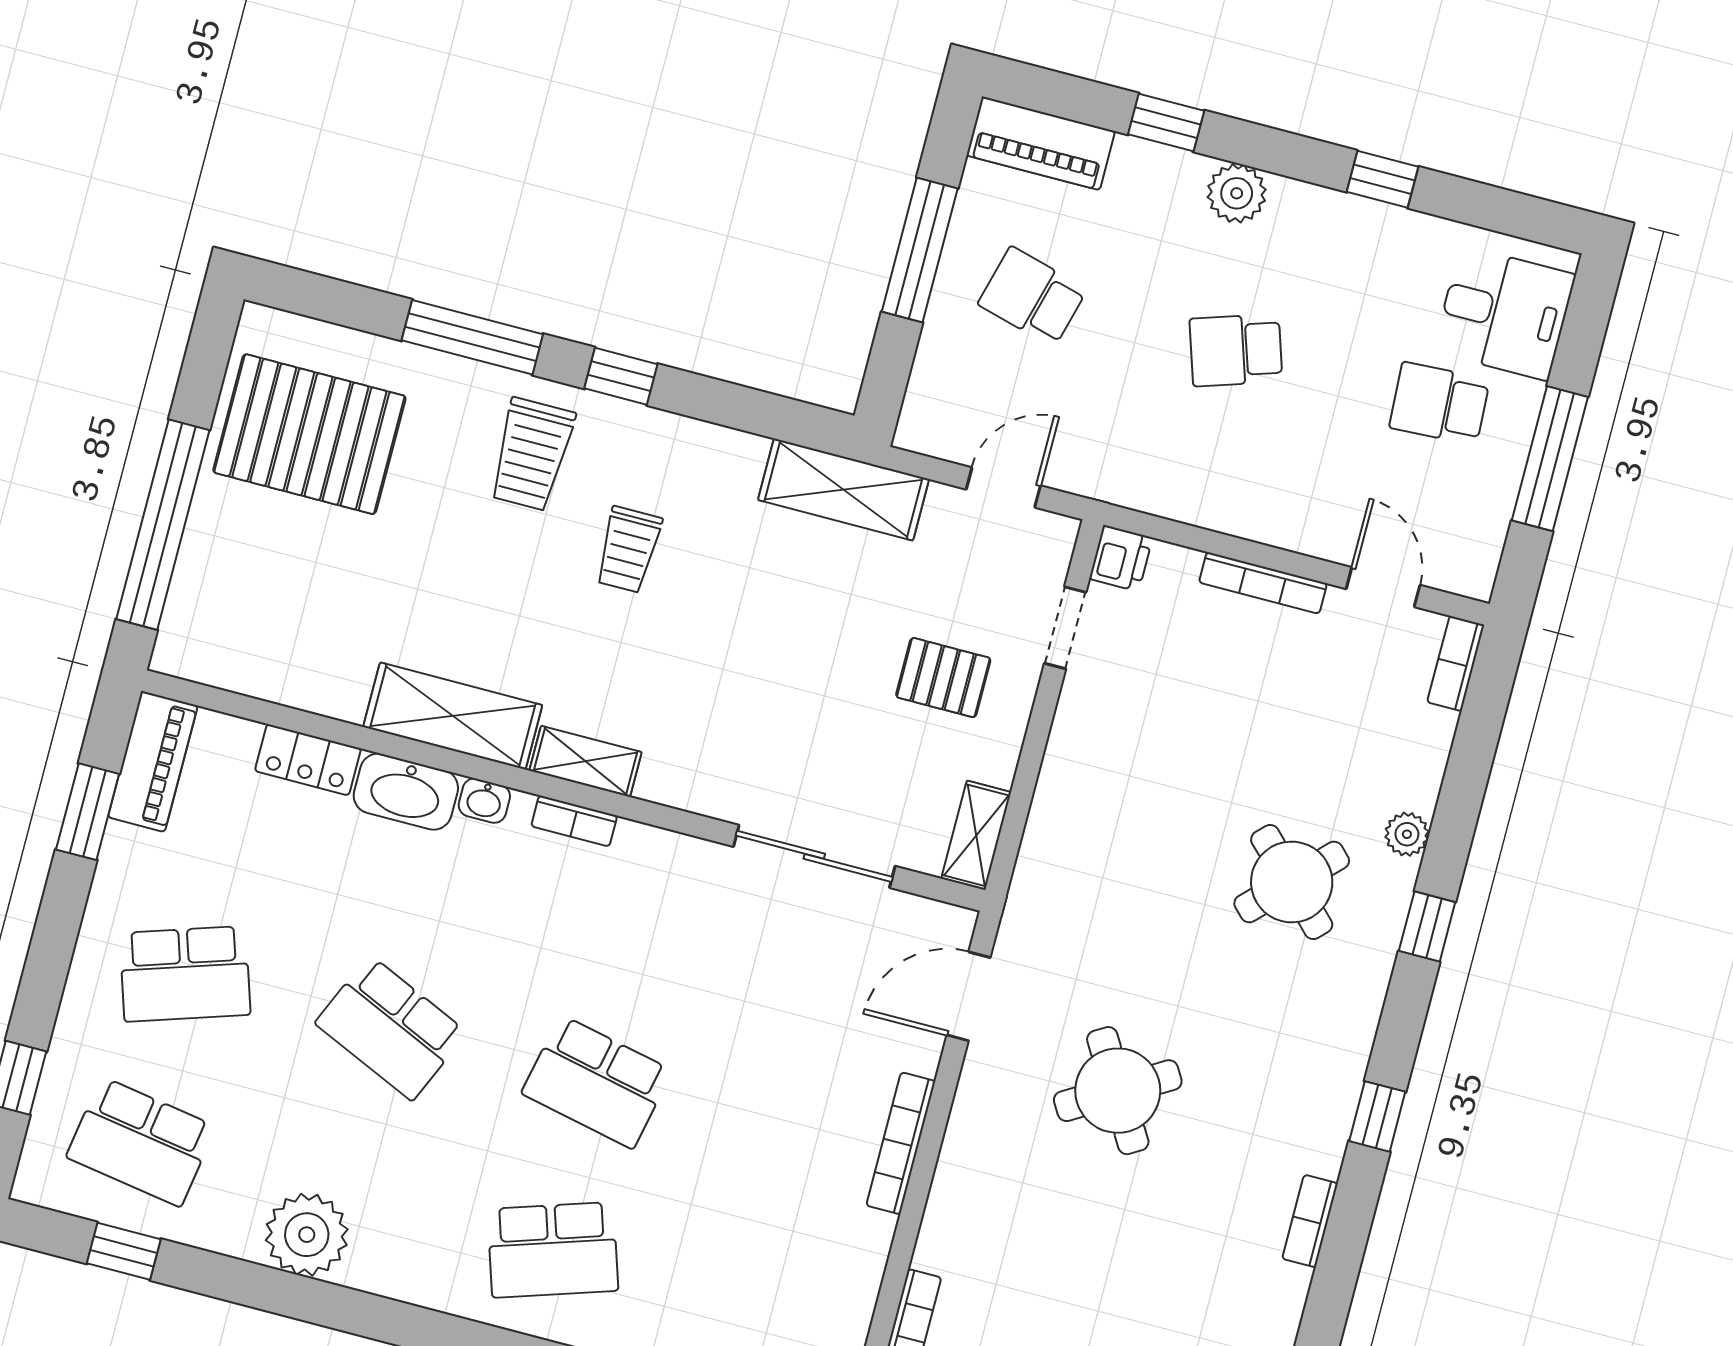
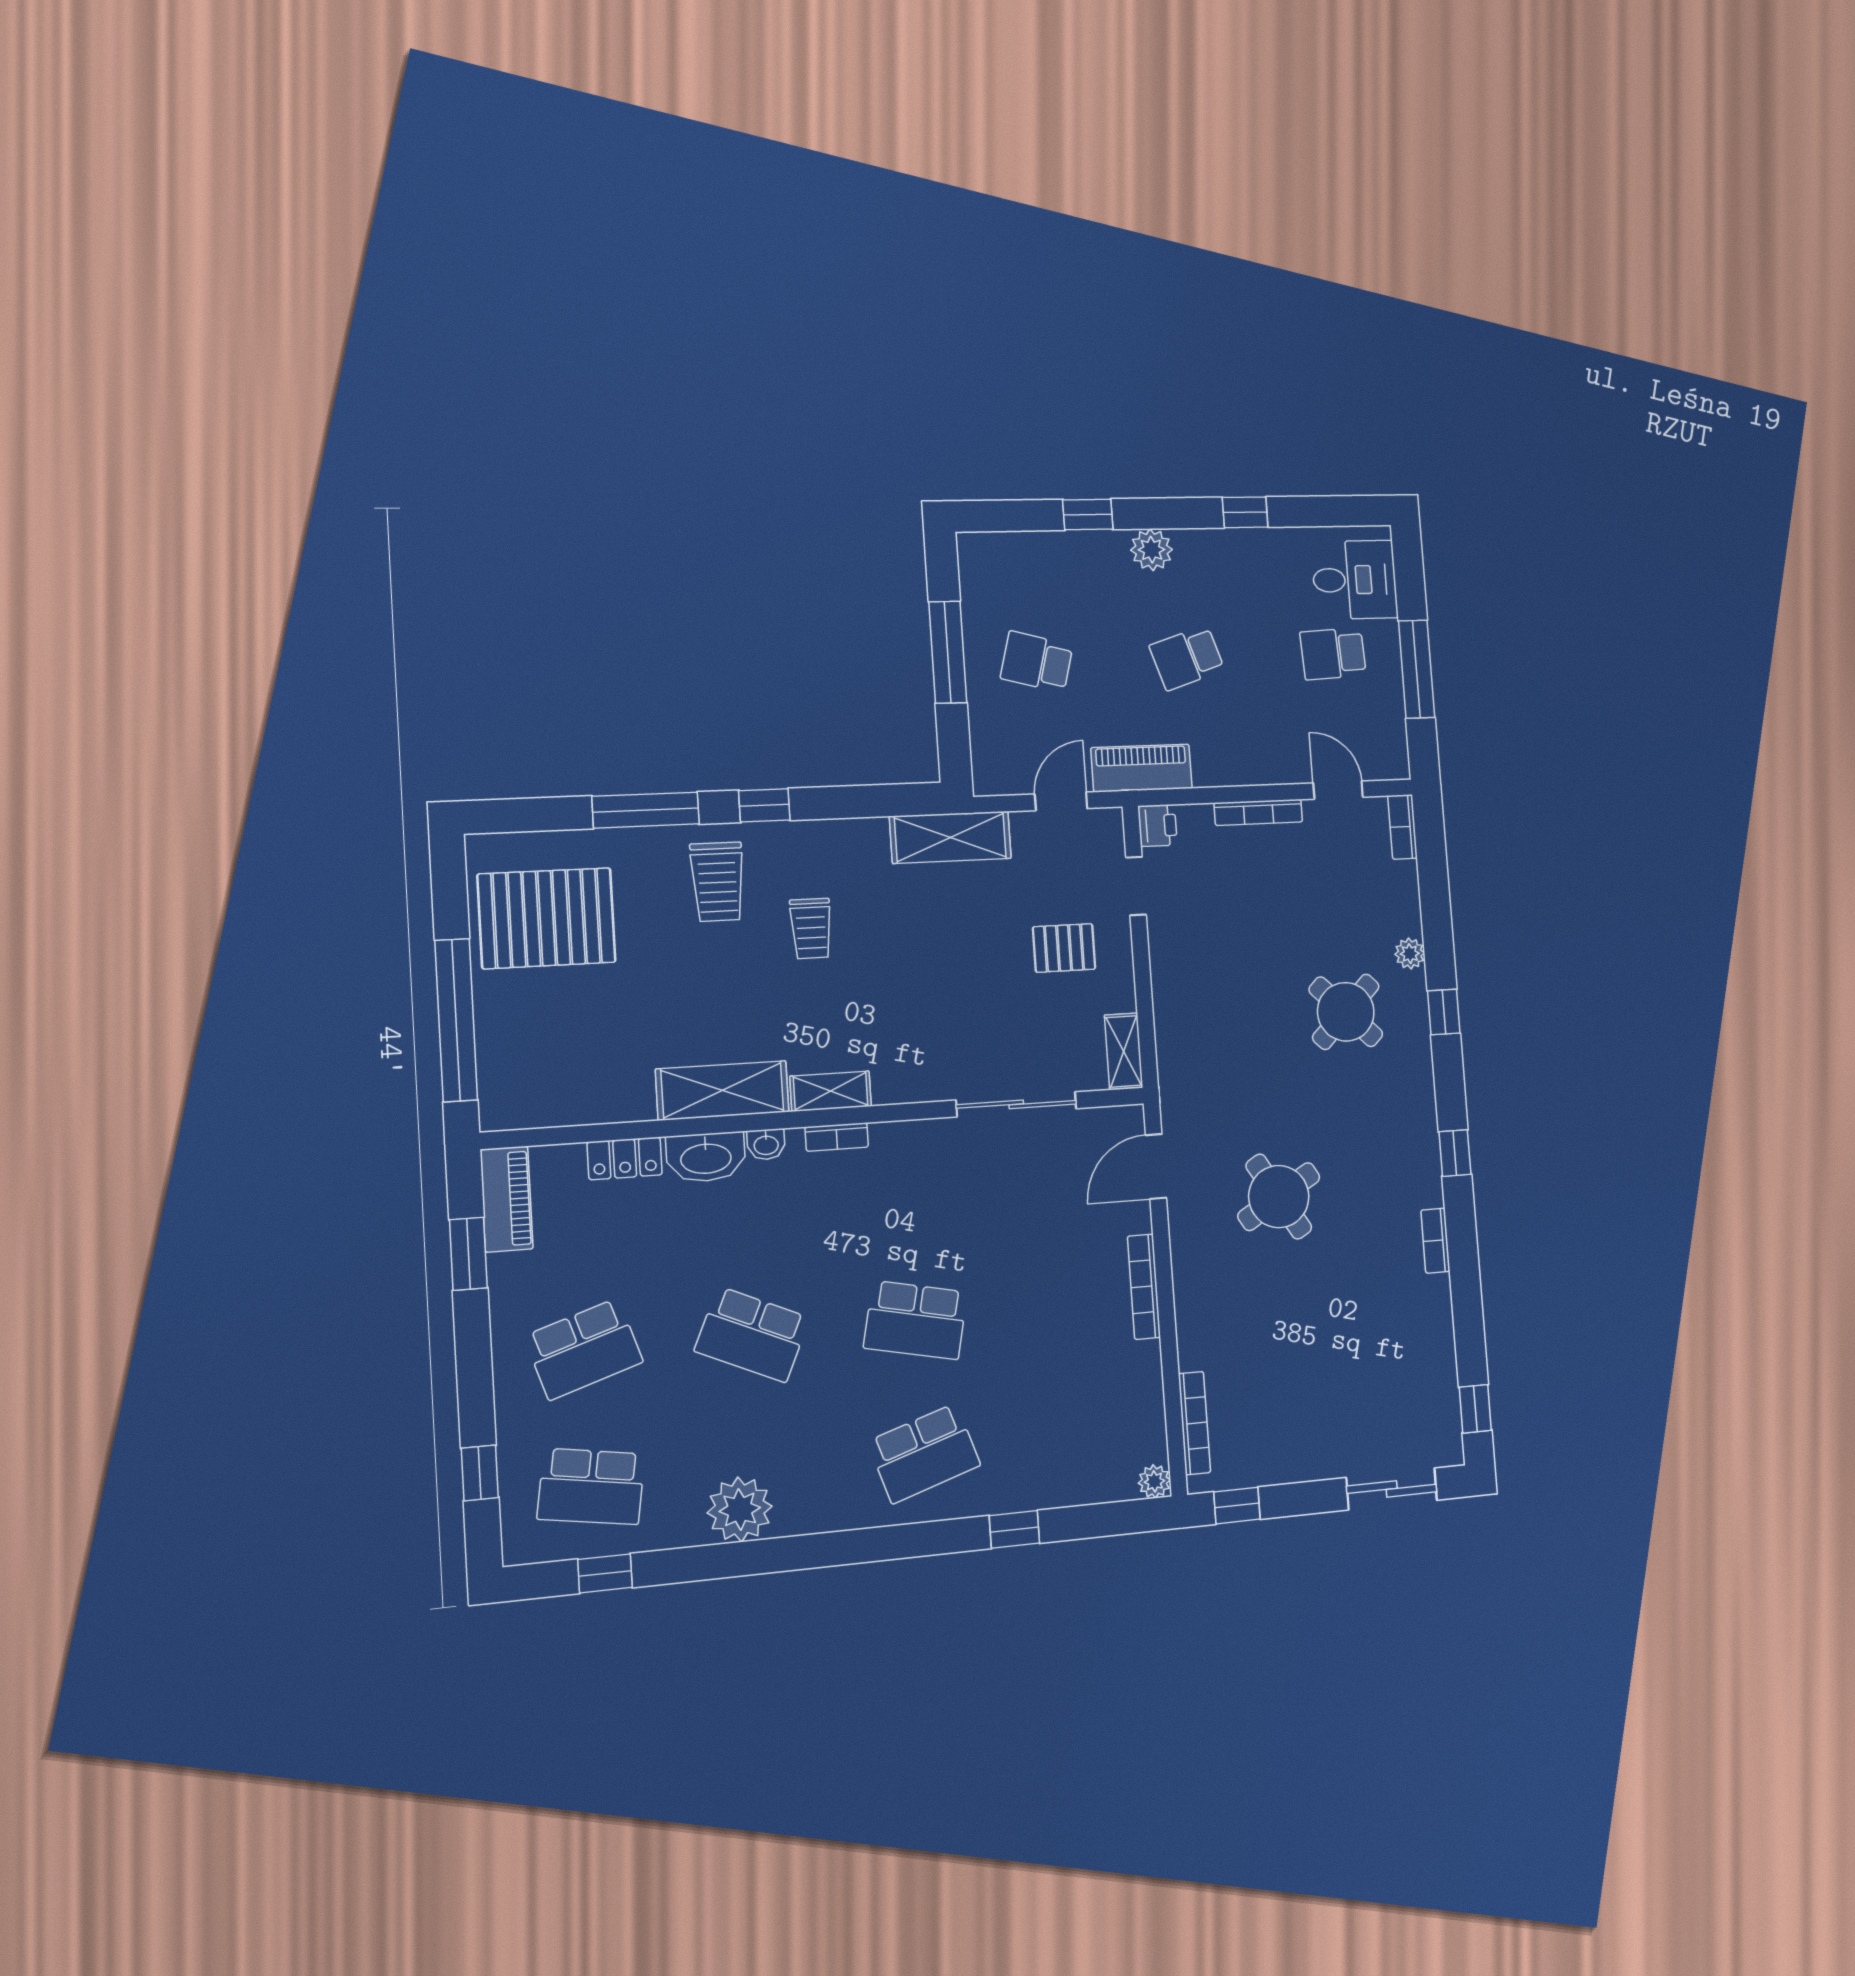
piano: (1041, 143) -> (1141, 768), moved, turned 180

